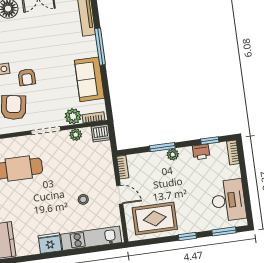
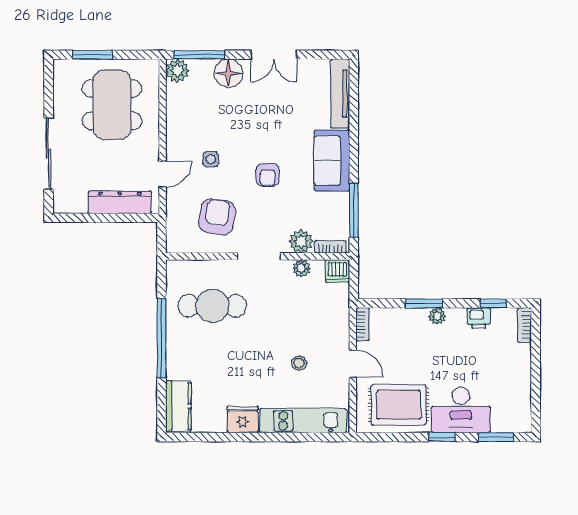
window: (100, 47) -> (354, 210), moved
armchair: (27, 77) -> (268, 175), moved
sofa: (89, 79) -> (332, 160), moved
desk: (228, 200) -> (461, 410), moved, turned 90

